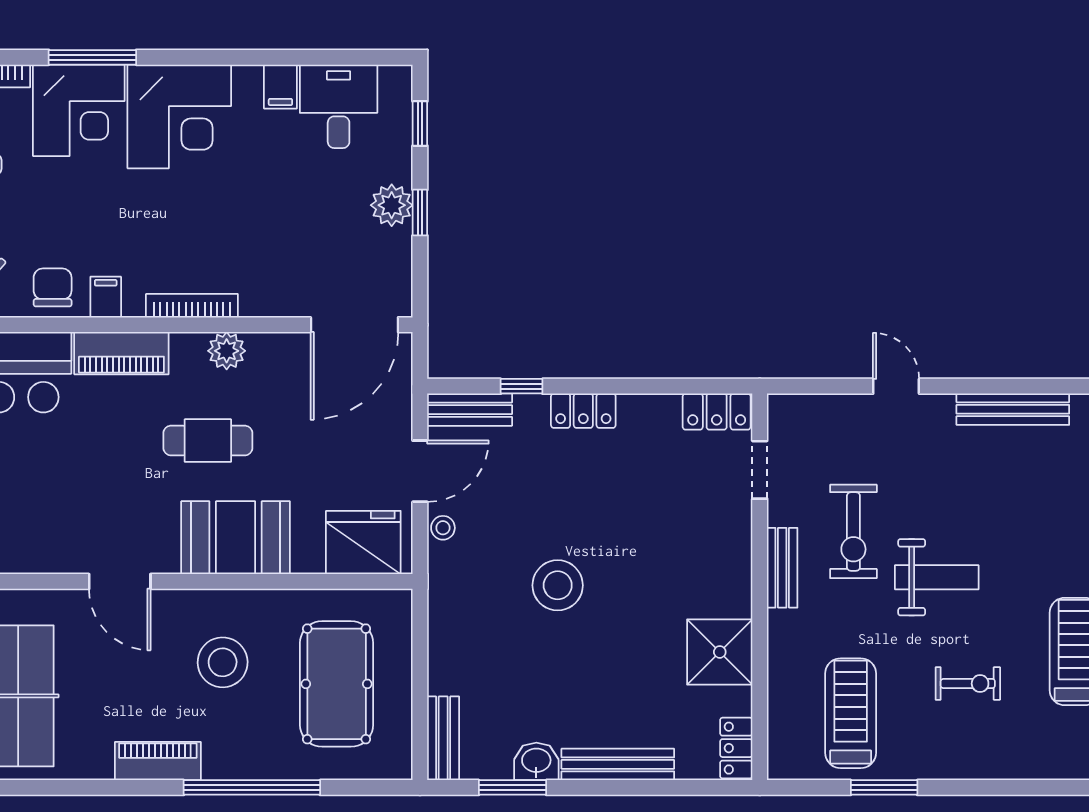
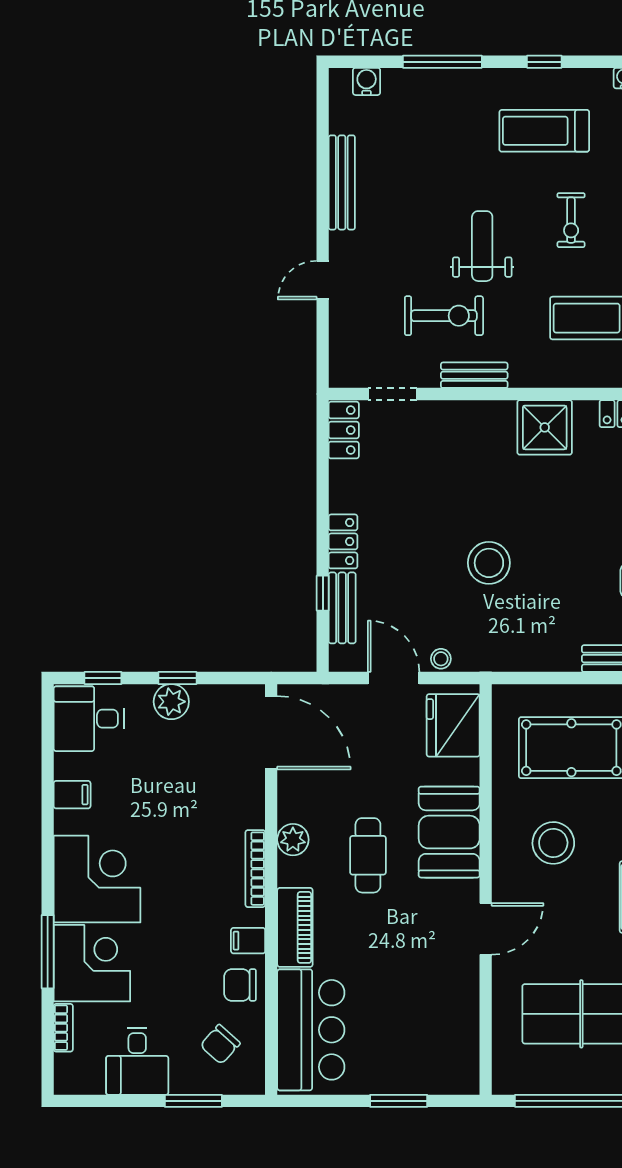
desk: (339, 106) -> (89, 719), moved
bench: (470, 410) -> (342, 608), moved
exercise bike: (968, 684) -> (571, 220), turned 180

